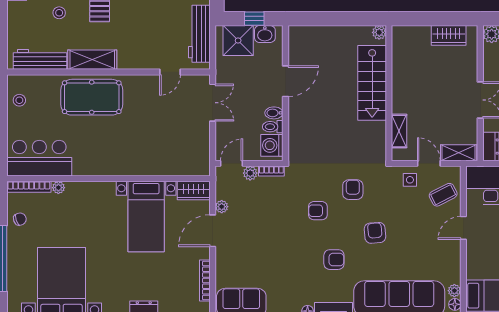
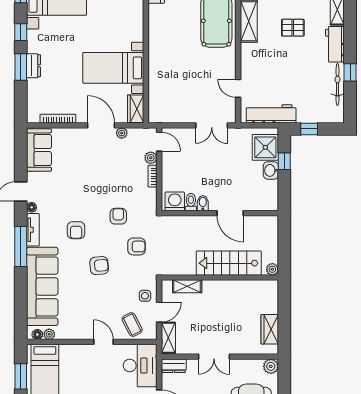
door: (286, 81) -> (230, 213), moved
wall: (286, 93) -> (220, 213), moved
bidet: (274, 113) -> (203, 203), moved
toilet: (273, 127) -> (191, 202), moved
washing machine: (272, 145) -> (175, 201), moved

